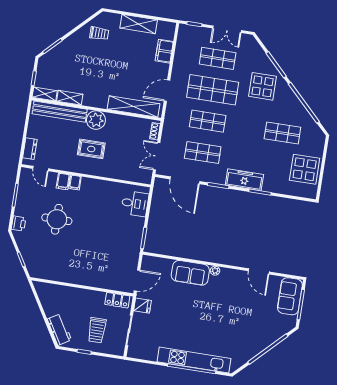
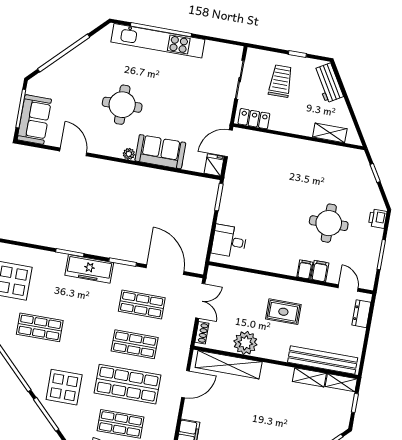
plant: (96, 120) -> (245, 343), moved
shelving: (57, 290) -> (330, 133), added
fridge: (142, 306) -> (214, 165), moved, turned 90
round table: (221, 309) -> (122, 105), added

